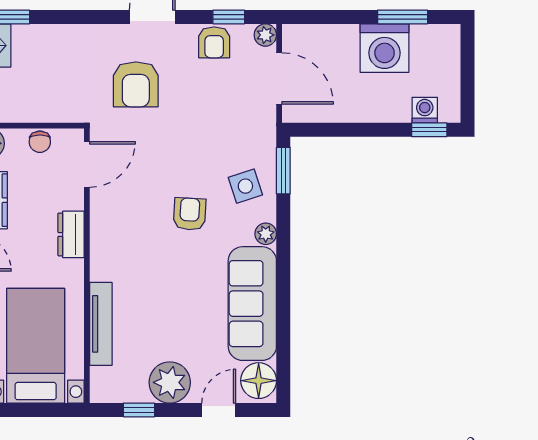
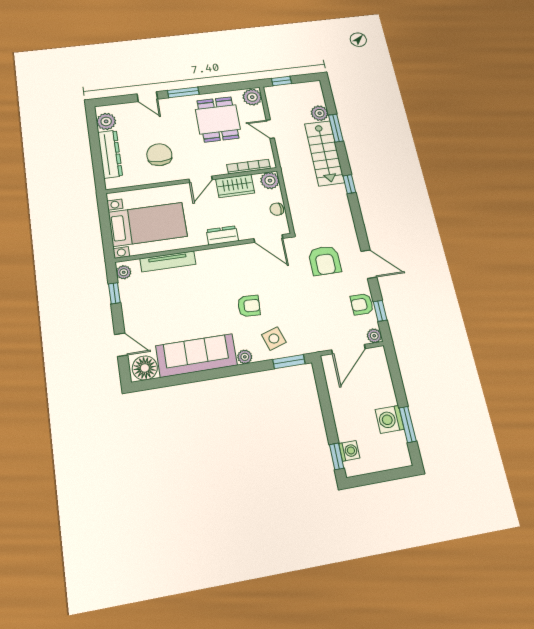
washing machine: (385, 48) -> (390, 419), width x0.73, depth x0.73
armchair: (136, 84) -> (325, 260), turned -90
plant: (170, 382) -> (124, 272), moved, width x0.53, depth x0.53

